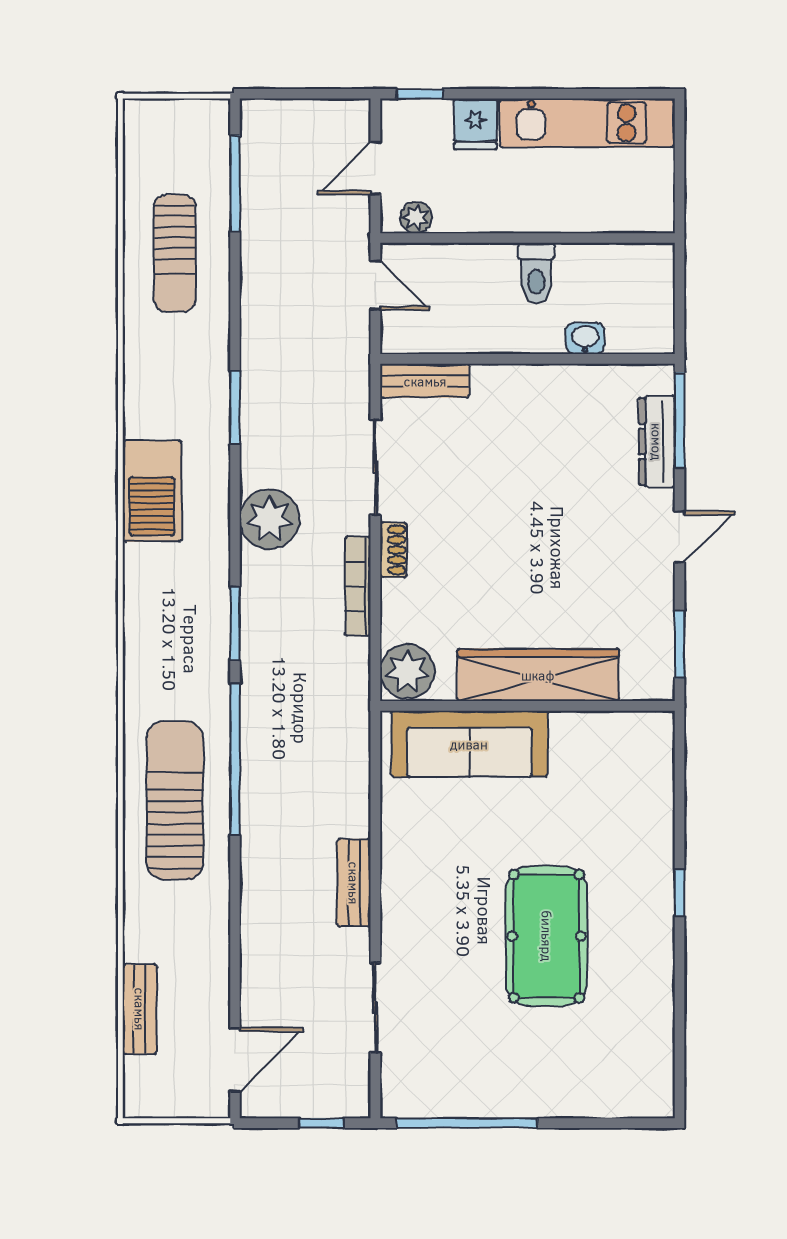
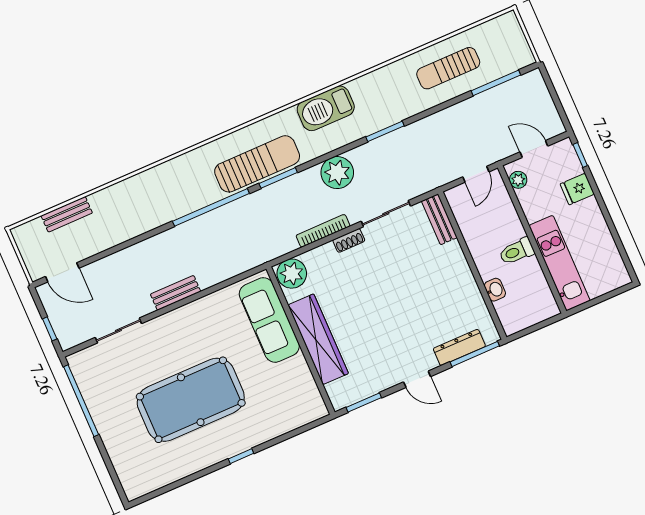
kitchen unit: (587, 123) -> (560, 263), moved, turned 180
sun lounger: (175, 800) -> (257, 164), moved
pool table: (547, 936) -> (191, 400), width x1.36, depth x1.32

